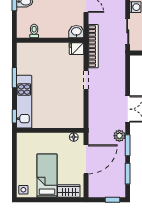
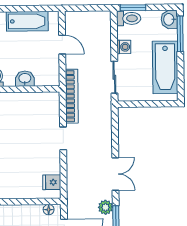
washbasin: (76, 32) -> (25, 79), moved
fridge: (77, 49) -> (52, 182), moved

